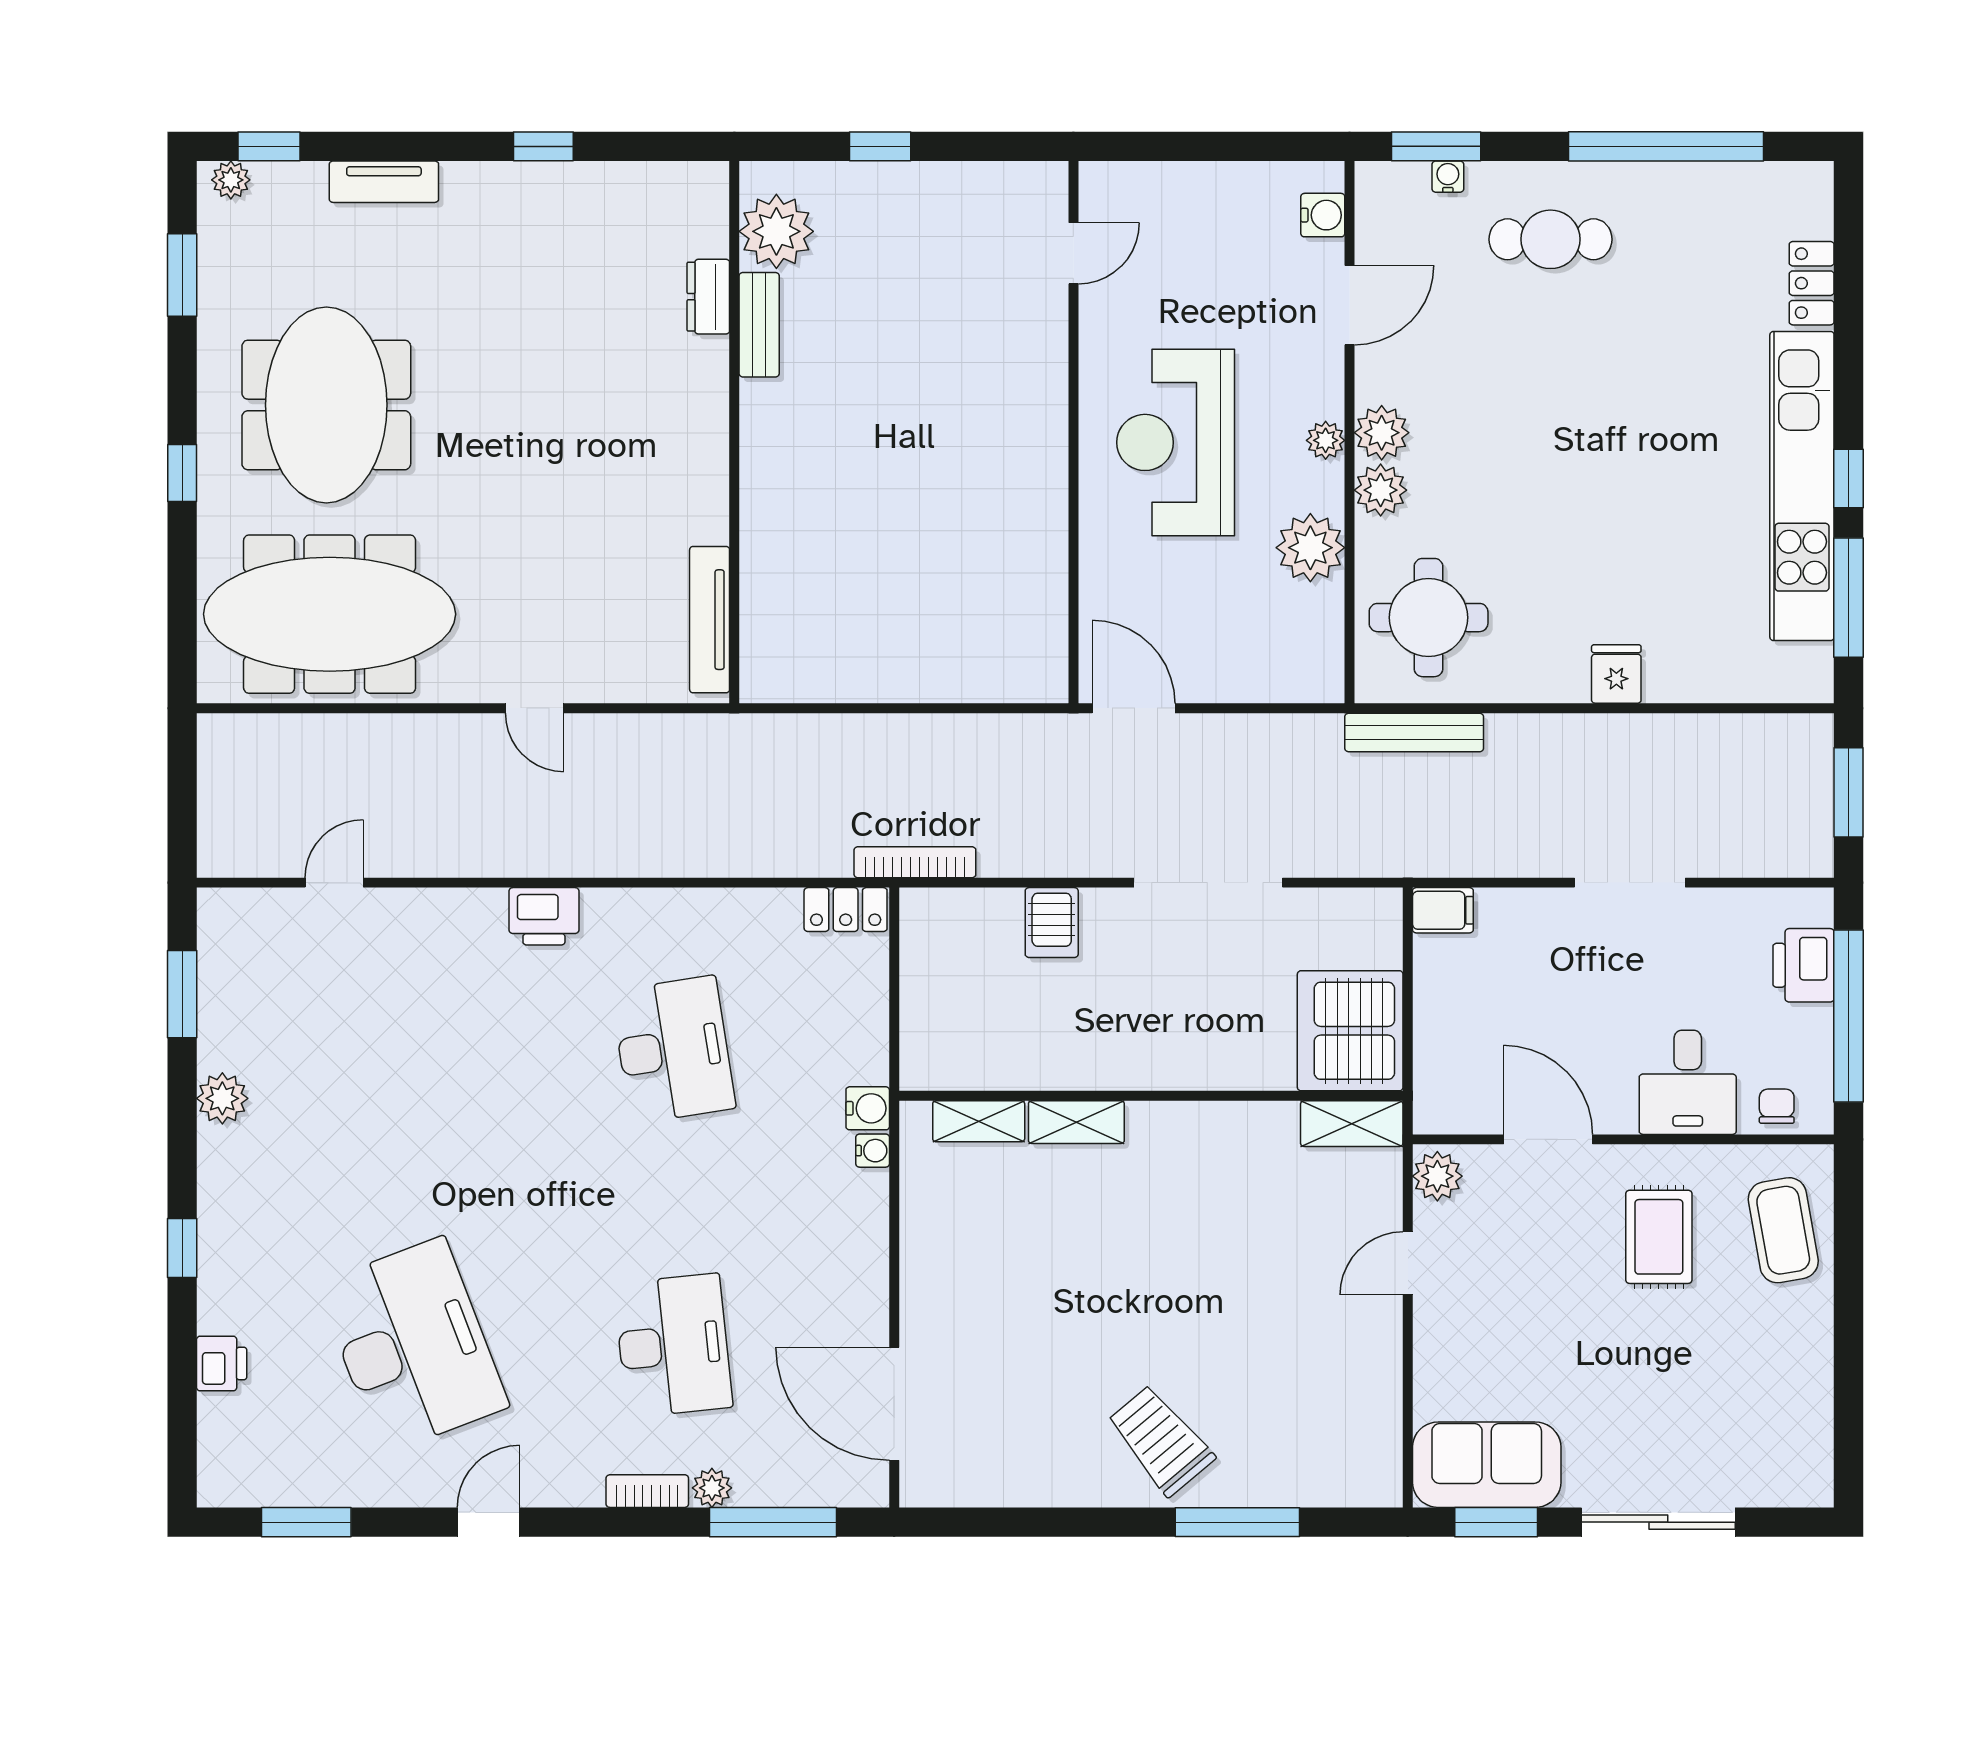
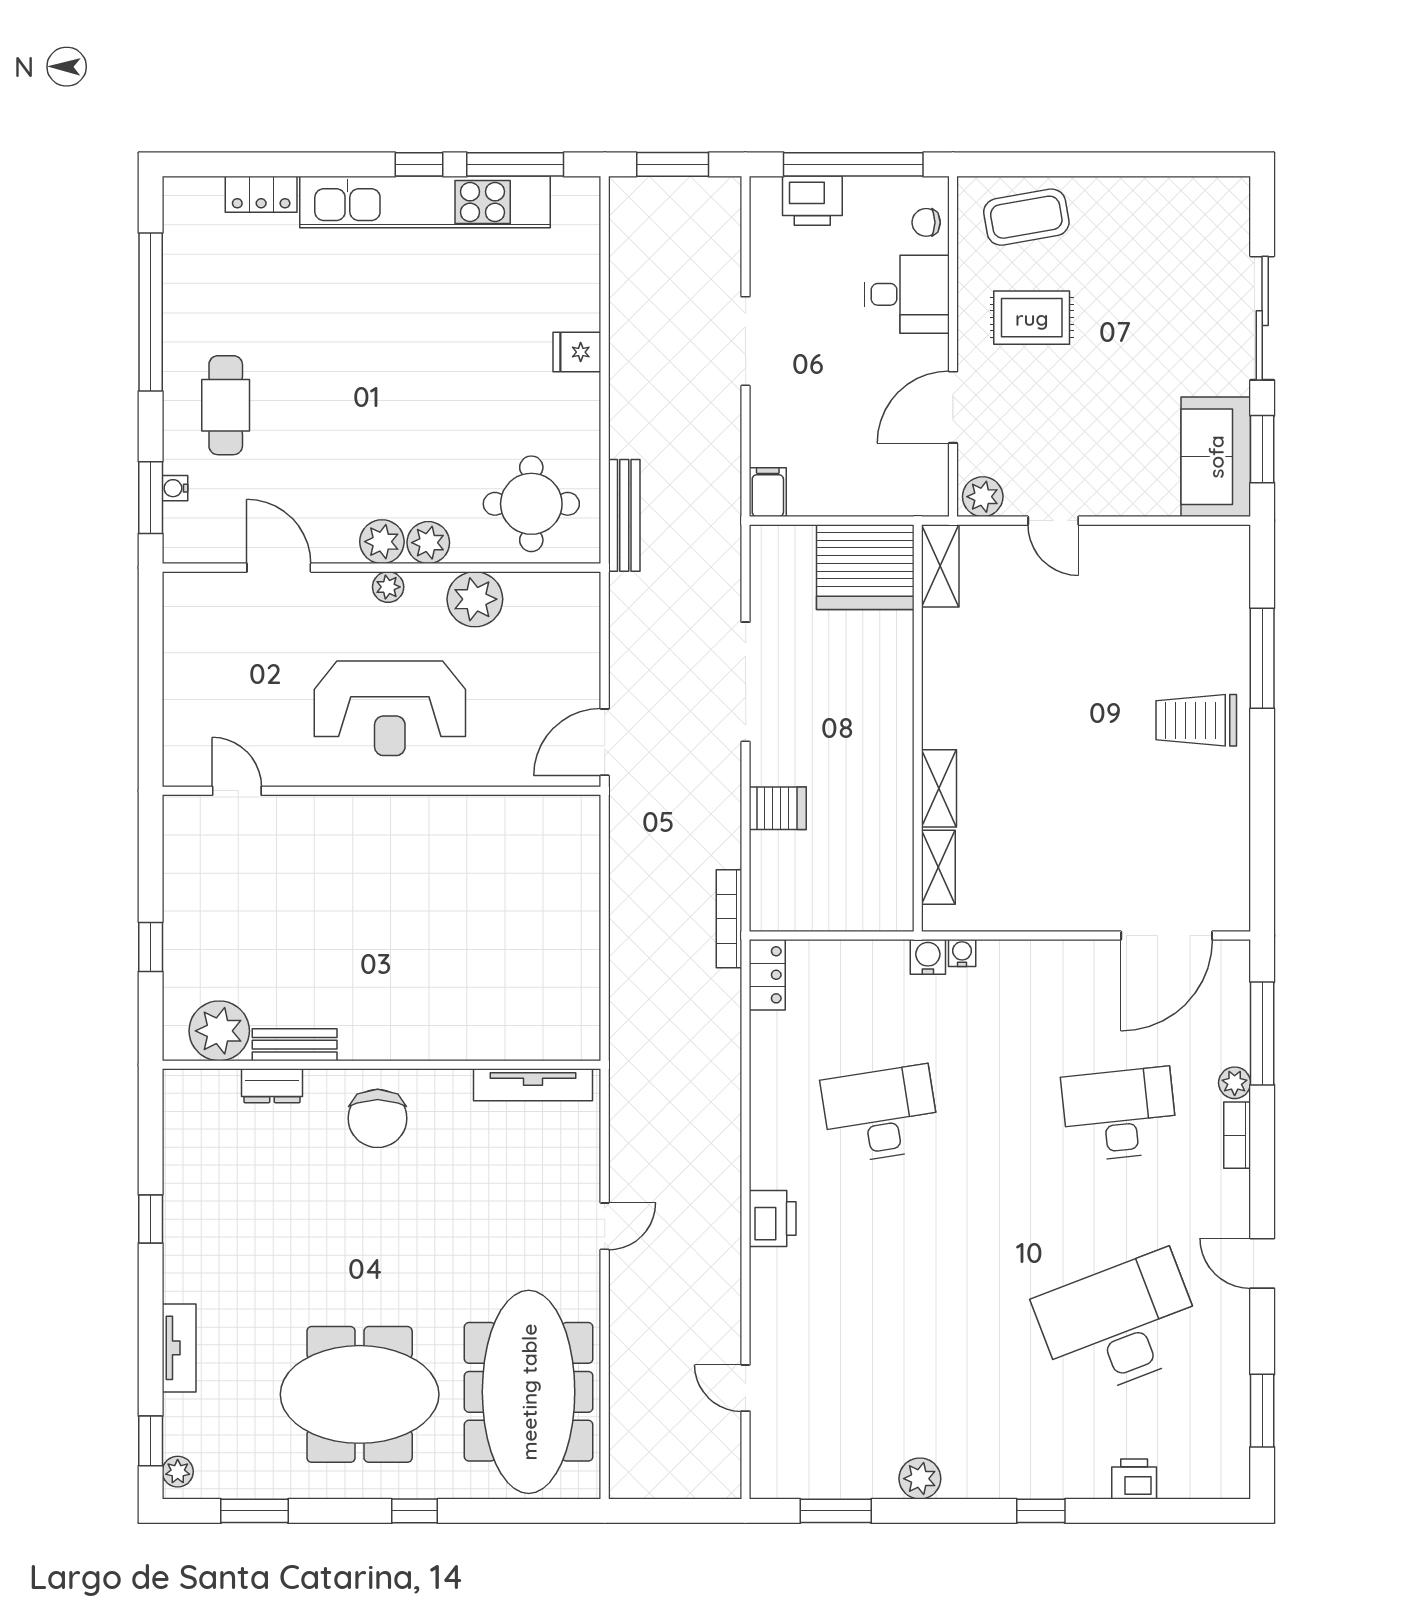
water cooler: (1323, 215) -> (206, 589), removed
chair: (668, 427) -> (378, 1118), added
trolley: (1161, 1440) -> (1196, 720), turned 40

